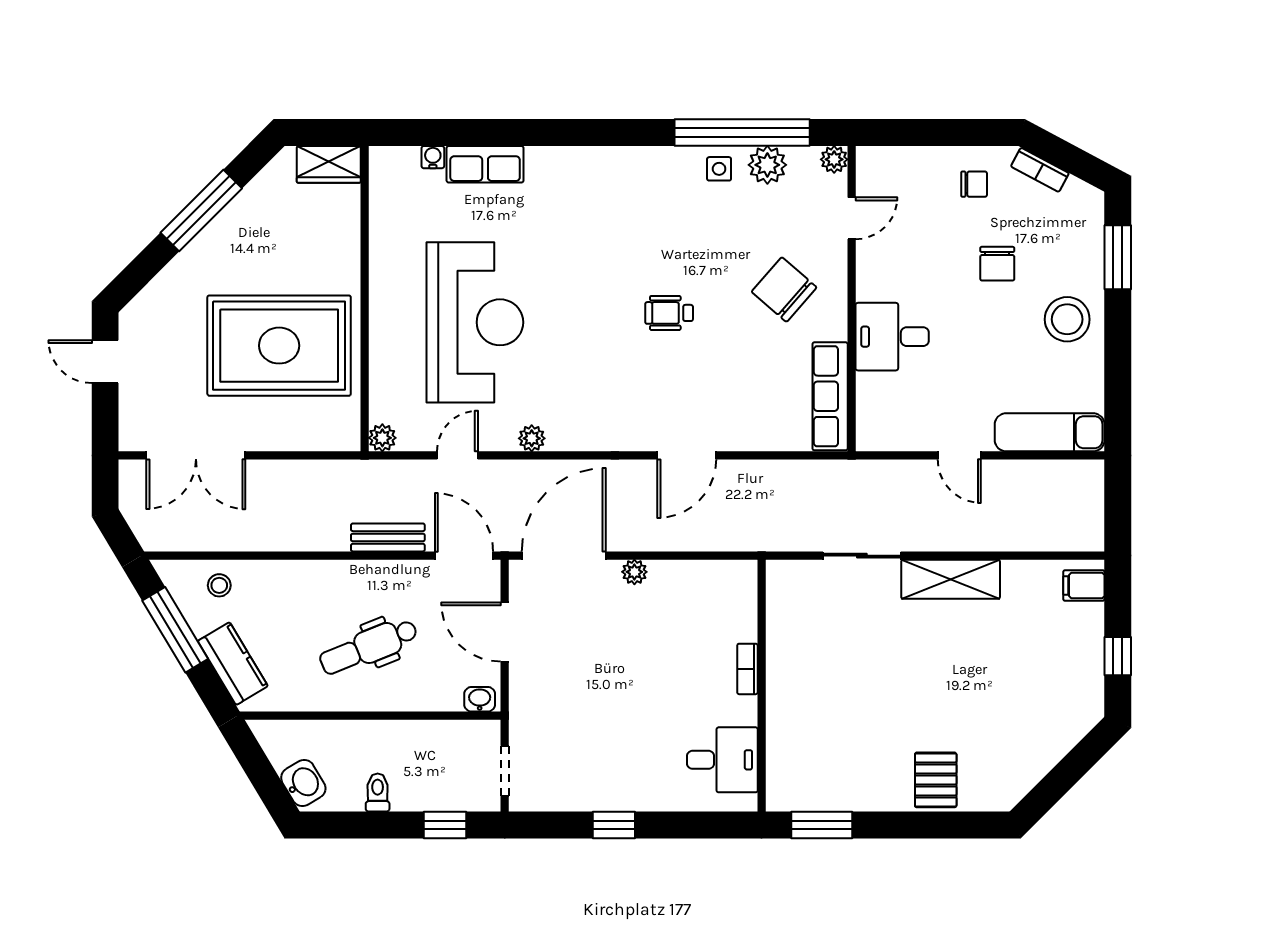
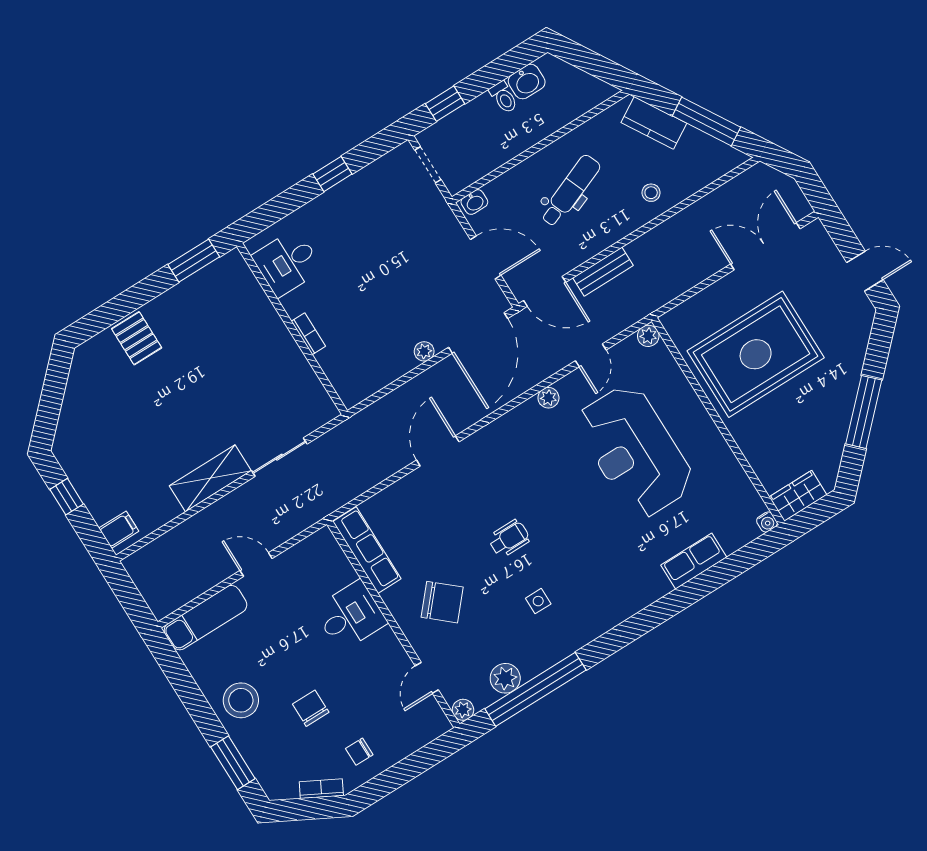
water cooler: (433, 157) -> (767, 522), moved
side table: (719, 169) -> (538, 601), moved
stool: (219, 585) -> (651, 193), moved
washbasin: (303, 783) -> (527, 82), moved, turned -59

